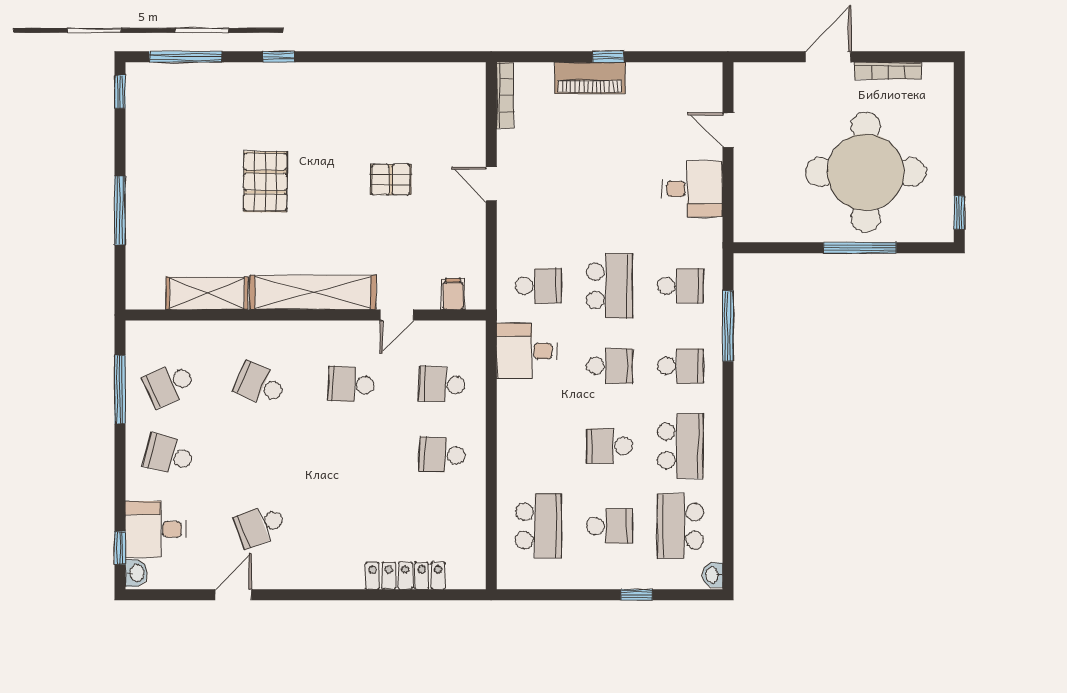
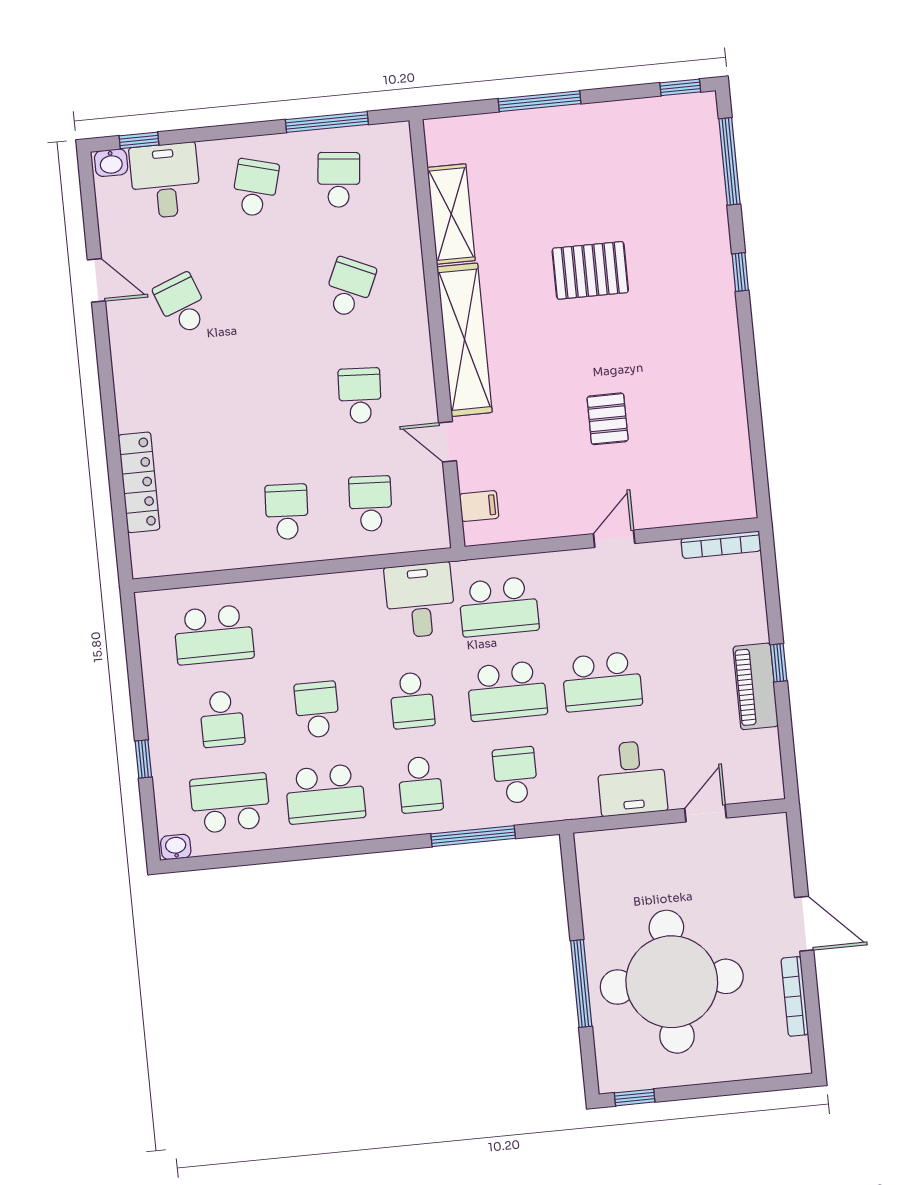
piano: (590, 78) -> (756, 686), moved
school desk: (610, 206) -> (602, 682), added
school desk: (539, 286) -> (499, 607), width x1.85
school desk: (681, 286) -> (515, 775), turned 180
school desk: (169, 384) -> (339, 180), turned 30

